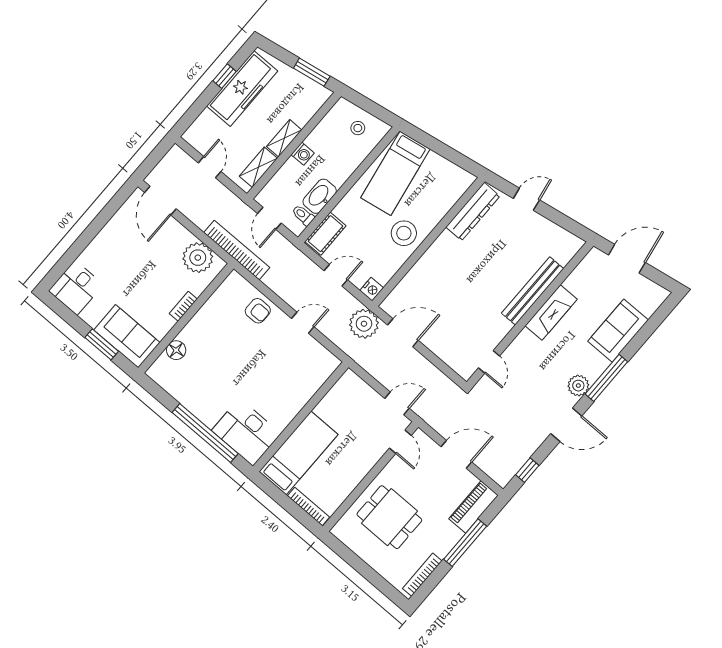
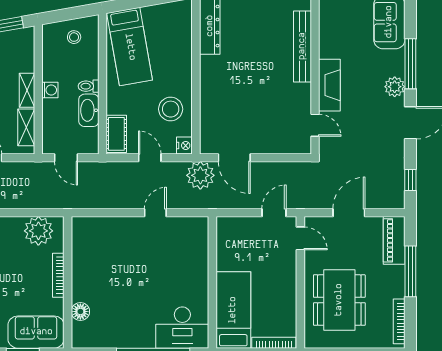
toilet: (303, 215) -> (89, 86), moved
stool: (404, 233) -> (171, 109), moved
bookcase: (237, 250) -> (62, 201), removed
door: (336, 275) -> (150, 158), hinge flipped
bookcase: (183, 306) -> (58, 275), width x1.56
armchair: (258, 311) -> (115, 232), removed
fireplace: (551, 312) -> (329, 85), moved
door: (403, 333) -> (234, 158), swing flipped
dining table: (389, 517) -> (339, 300), width x1.37

